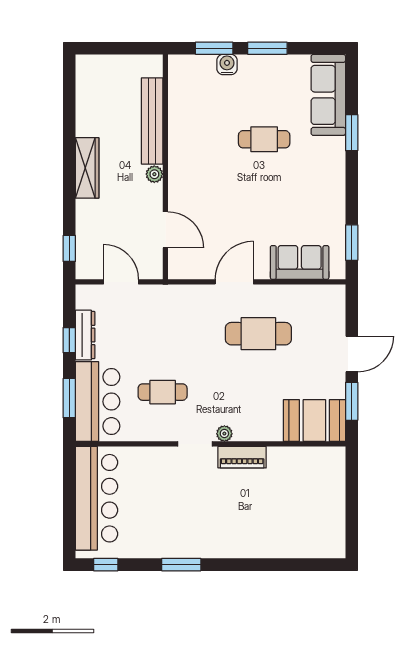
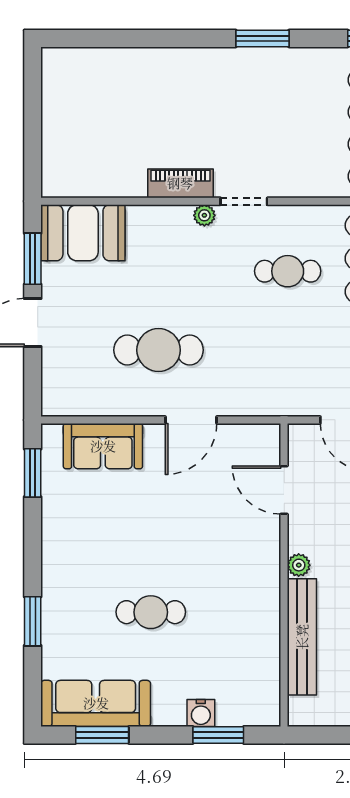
window: (267, 48) -> (102, 735), moved
sofa: (328, 95) -> (96, 703), moved, turned -90

